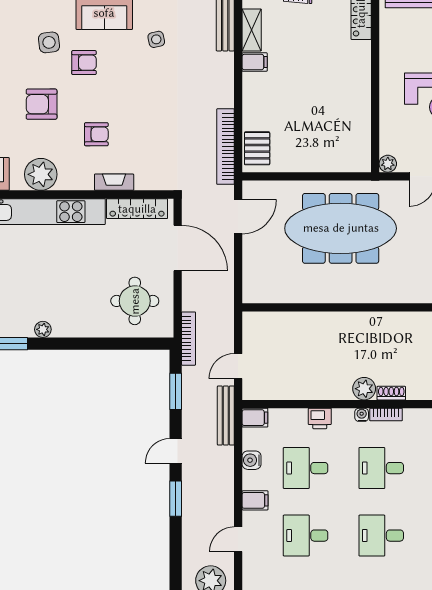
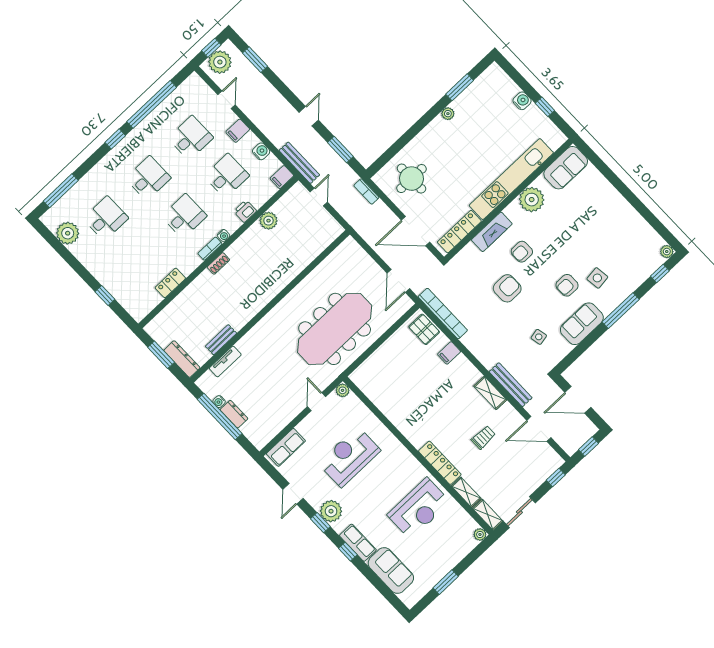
filing cabinet: (255, 62) -> (449, 353), moved
armchair: (42, 104) -> (507, 288), moved
fireplace: (114, 182) -> (492, 232), width x1.37, depth x1.32
bookcase: (189, 339) -> (366, 191), width x0.64
plant: (364, 389) -> (268, 221), moved
window: (176, 499) -> (255, 60), moved

